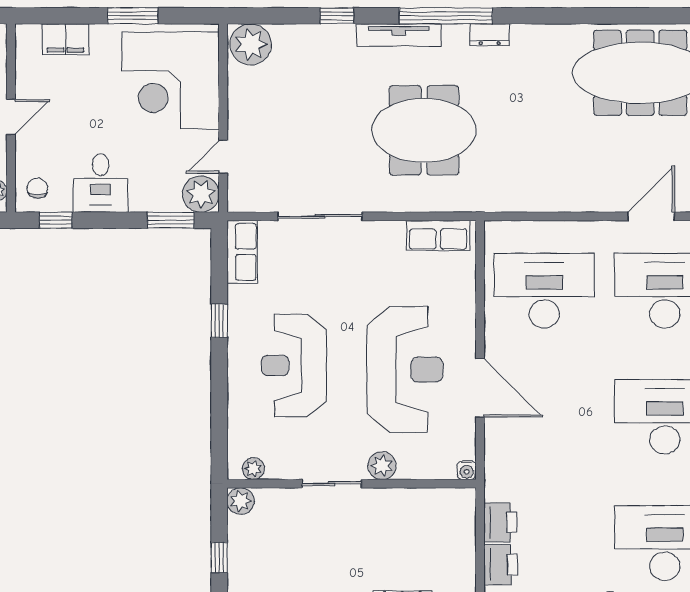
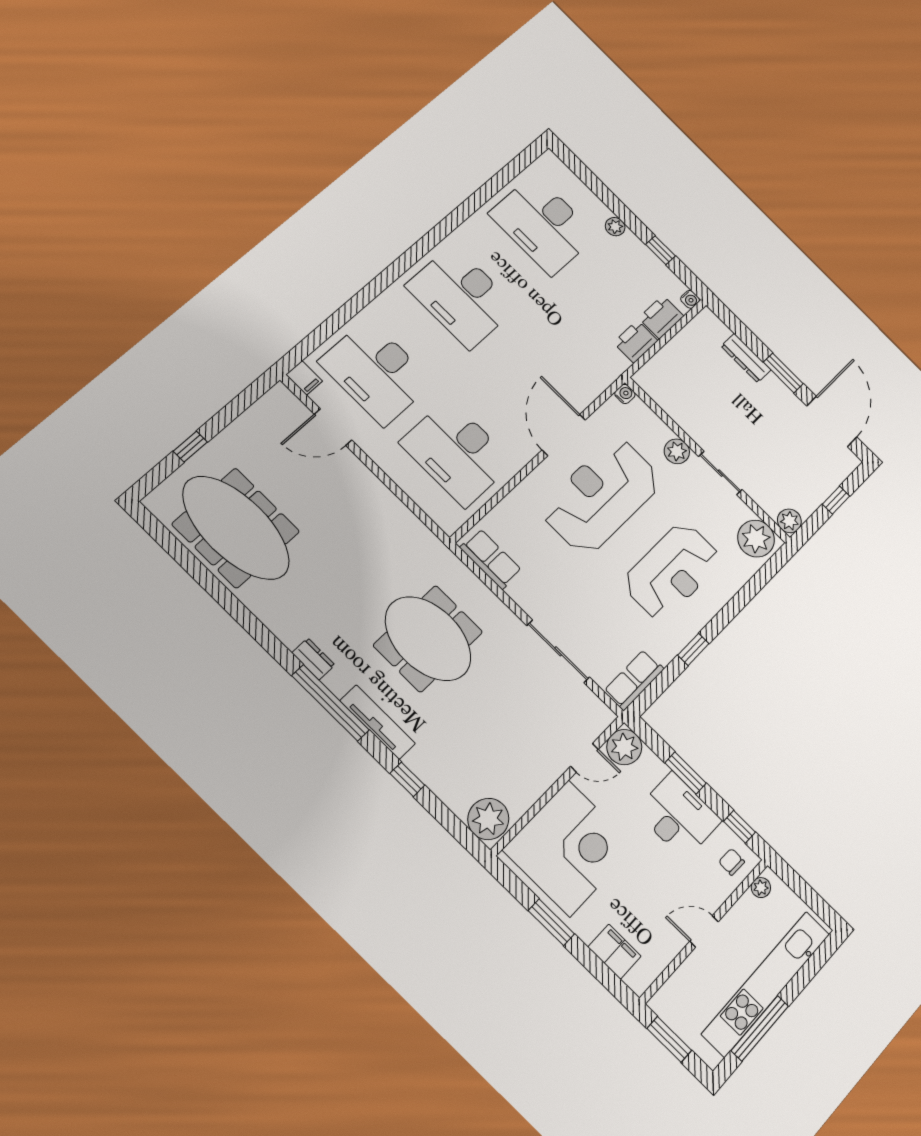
desk: (101, 183) -> (679, 816), width x1.37
chair: (37, 188) -> (732, 862), turned 92
window: (171, 220) -> (686, 773), moved
plant: (253, 469) -> (756, 539), width x1.87, depth x1.87

